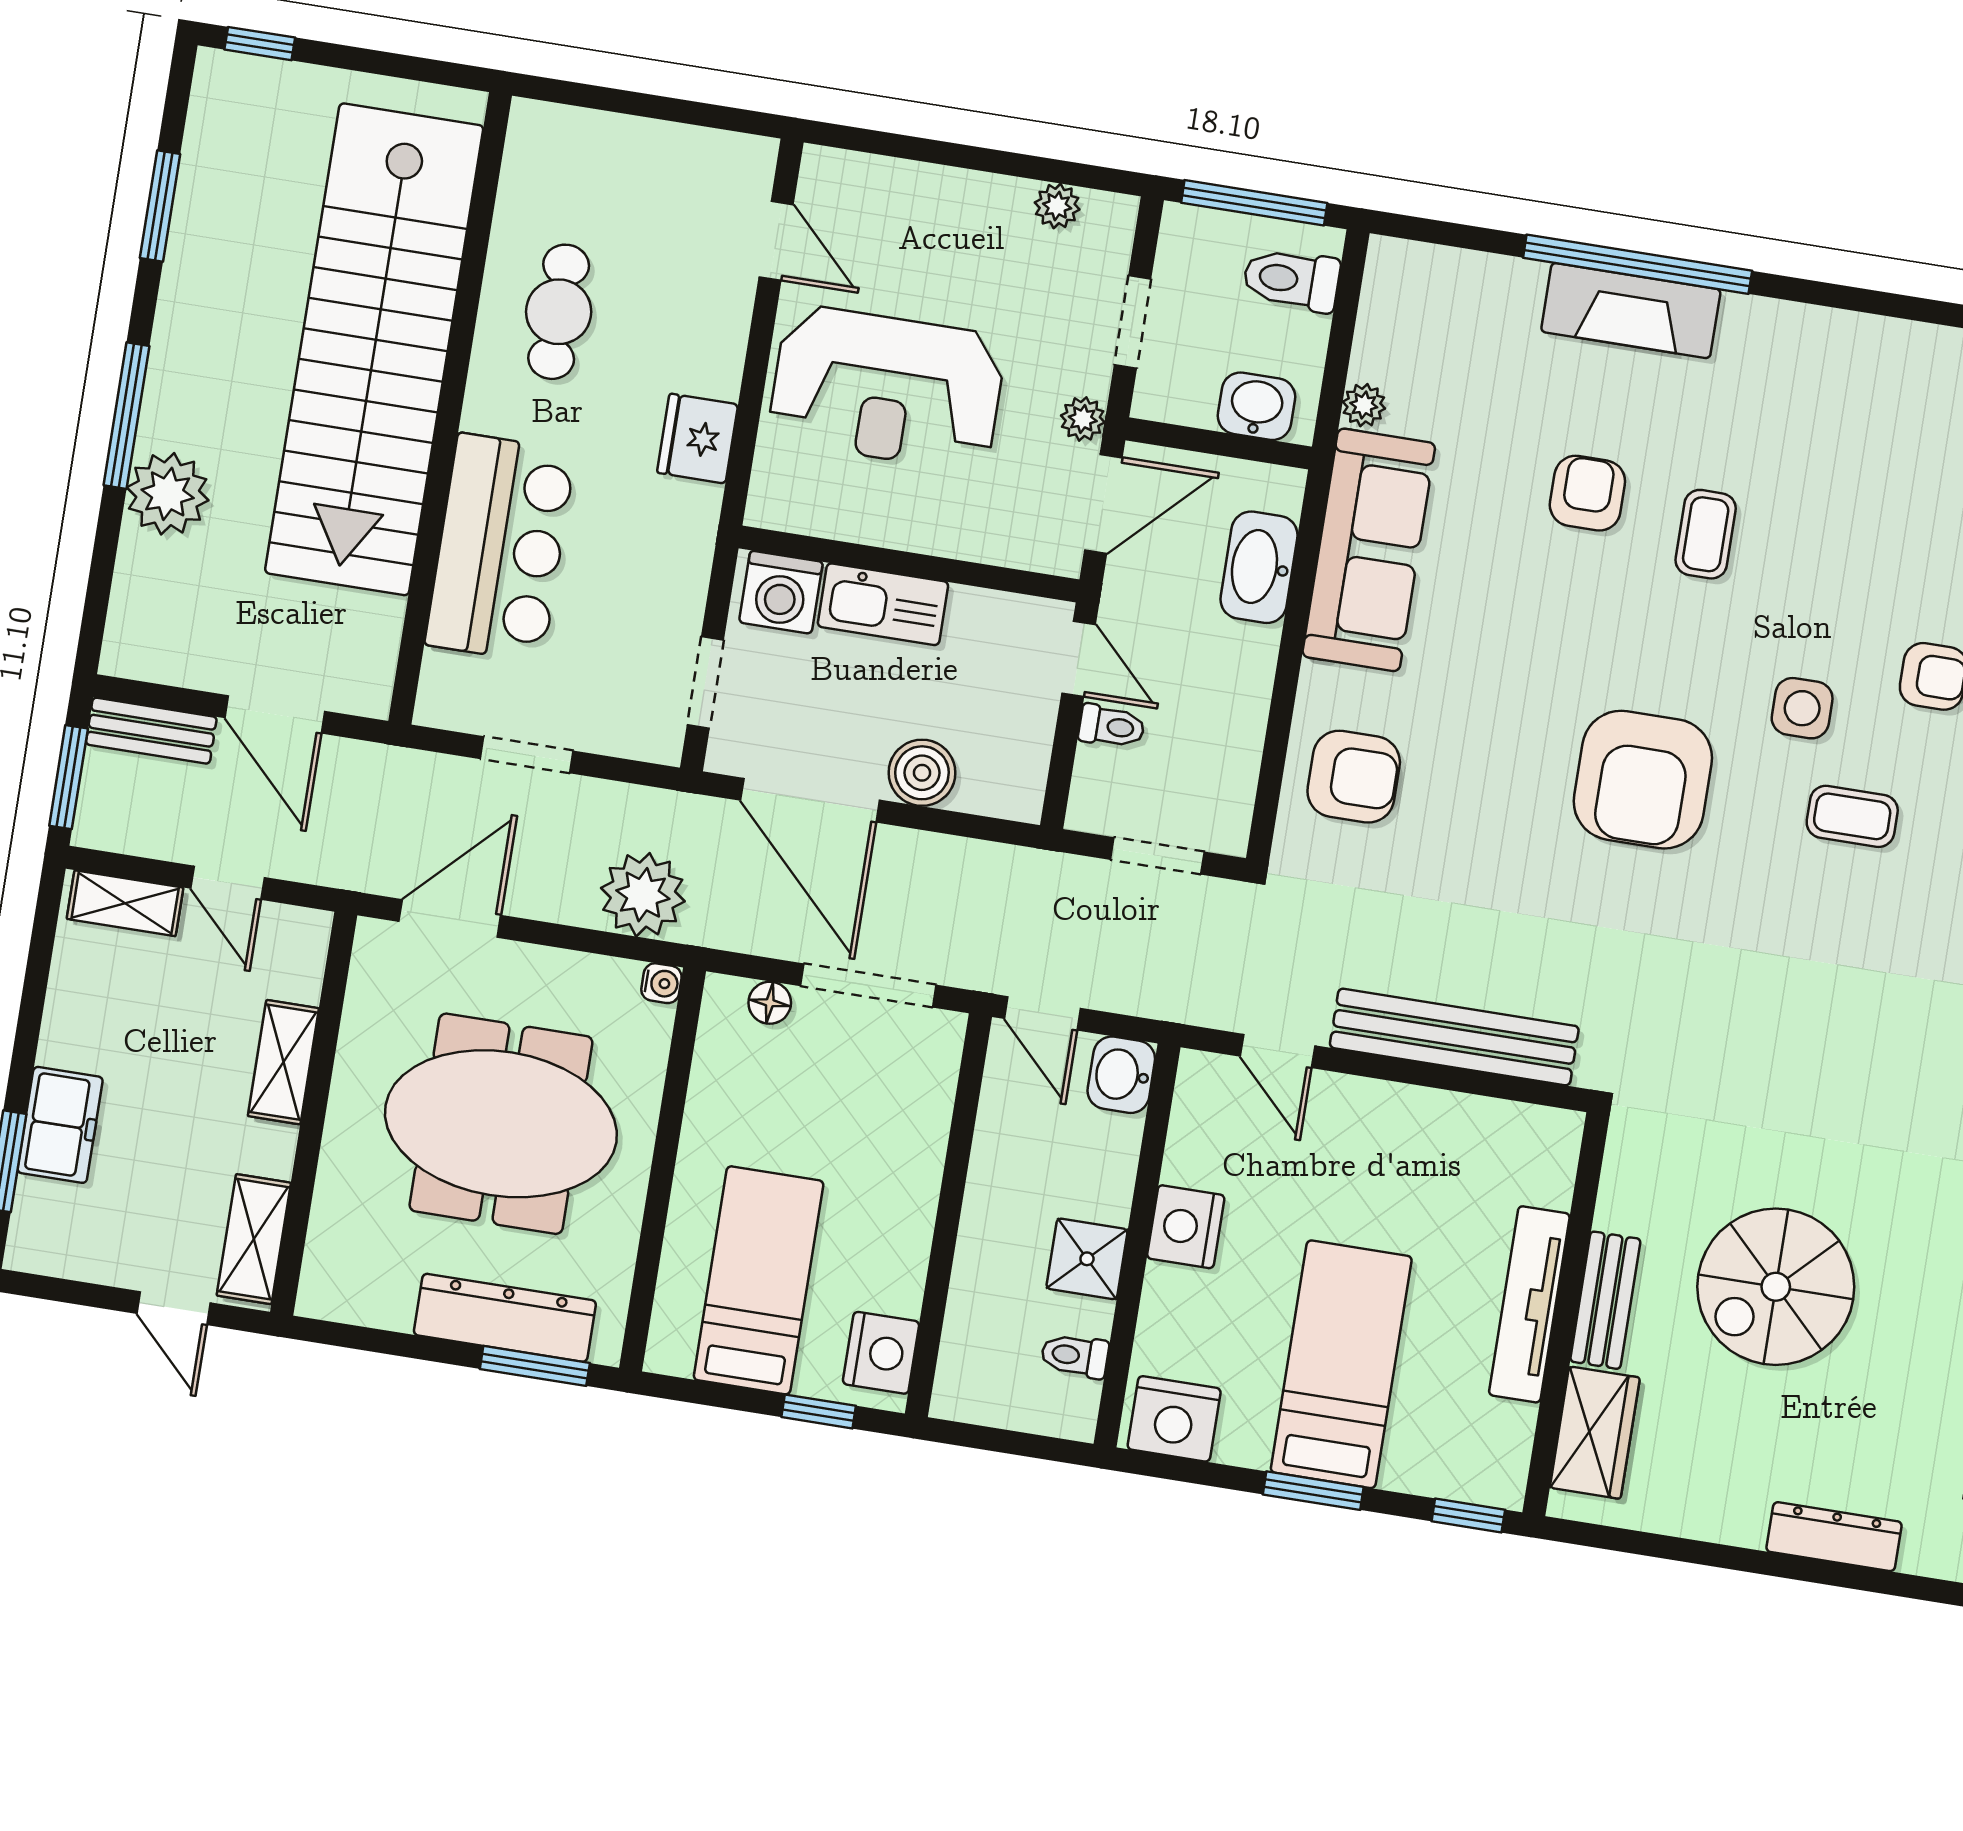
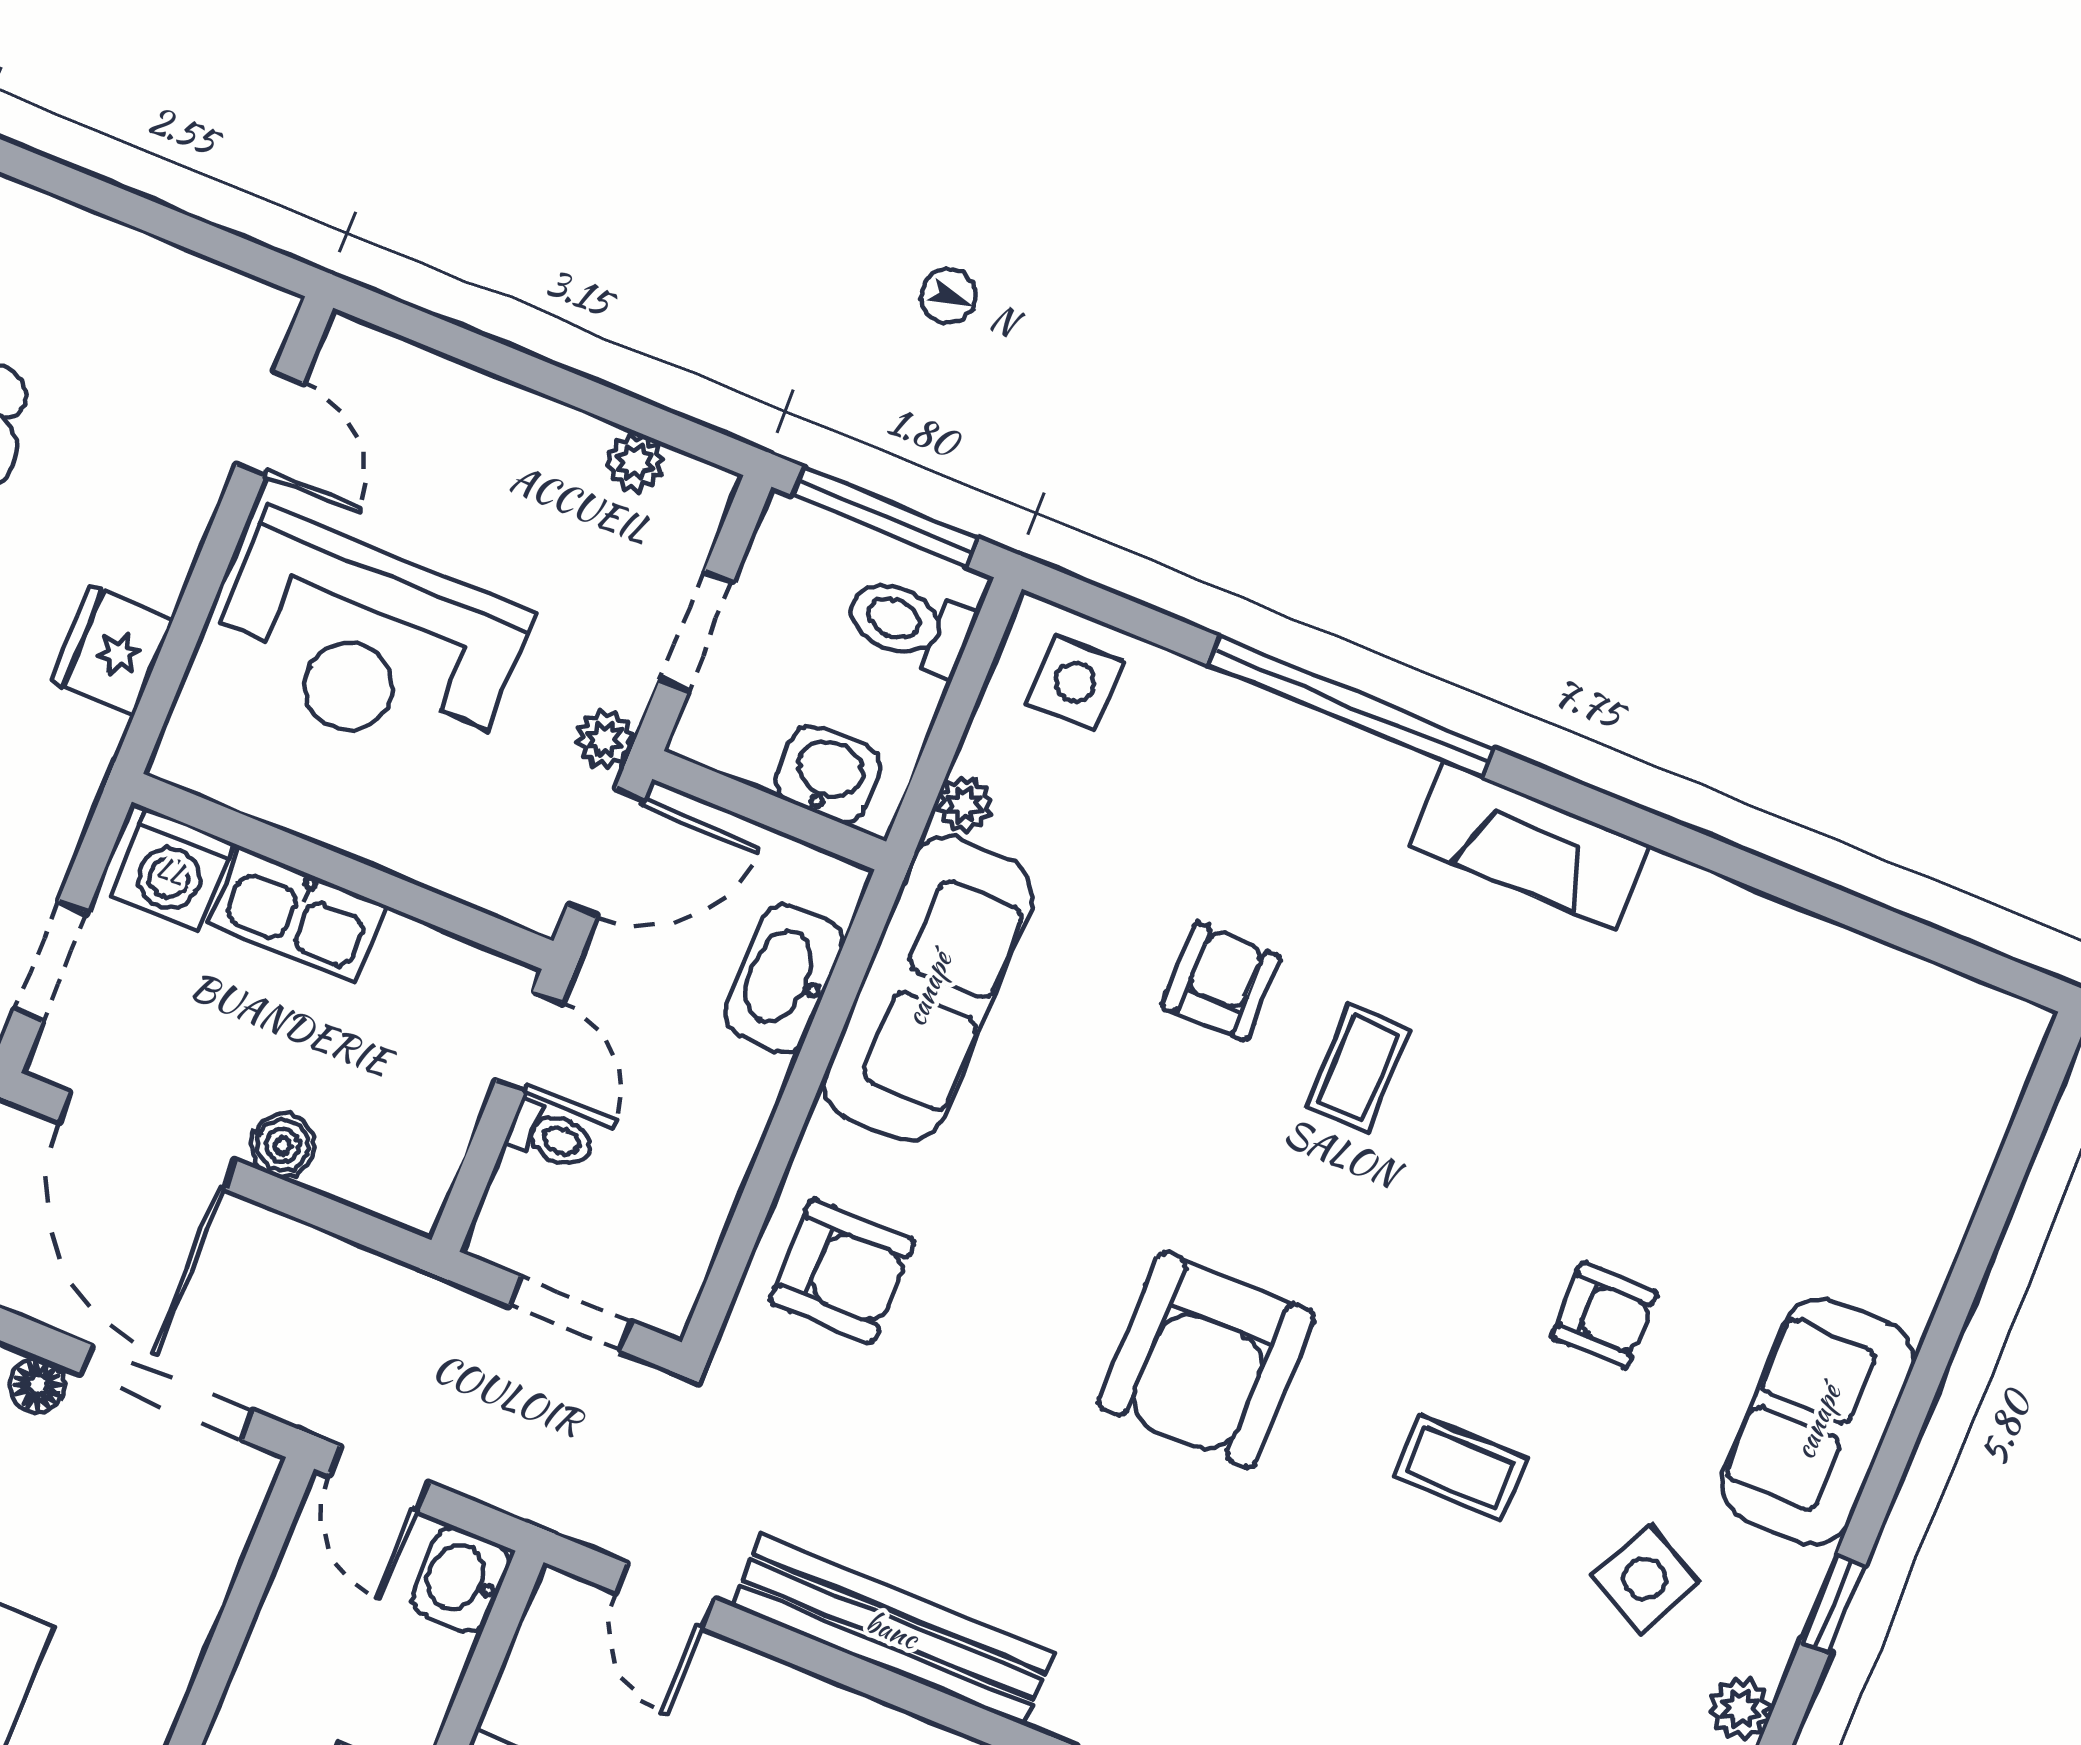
fireplace: (1631, 311) -> (1530, 845), moved
side table: (1802, 708) -> (1075, 682), moved
boiler: (922, 773) -> (283, 1145), width x0.73, depth x0.73

